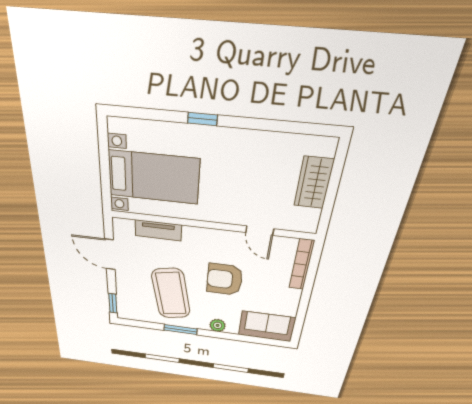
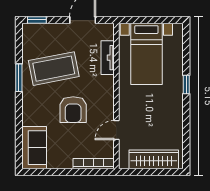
wardrobe: (314, 183) -> (154, 159), width x1.50
armchair: (225, 279) -> (73, 110), turned 180
plant: (218, 325) -> (28, 108), removed

